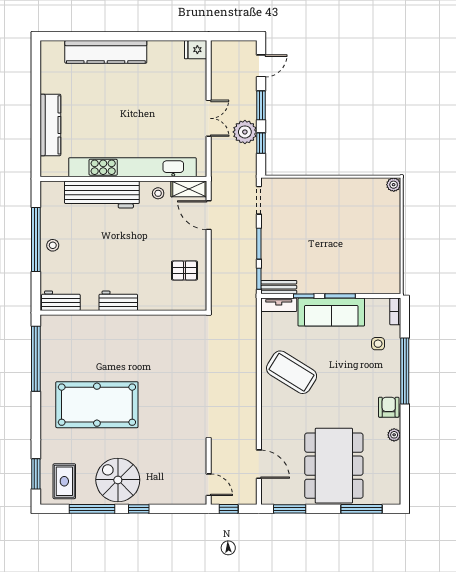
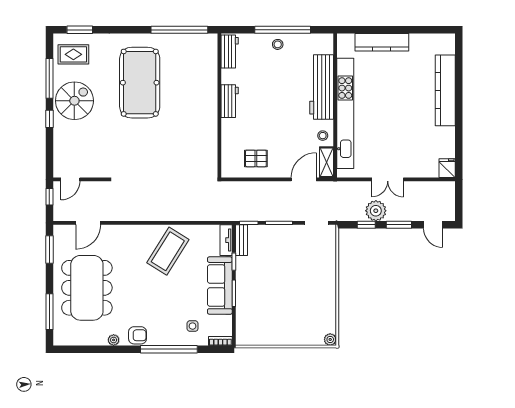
pallet: (184, 270) -> (256, 158), turned 90
dining table: (334, 466) -> (87, 288), turned 90

